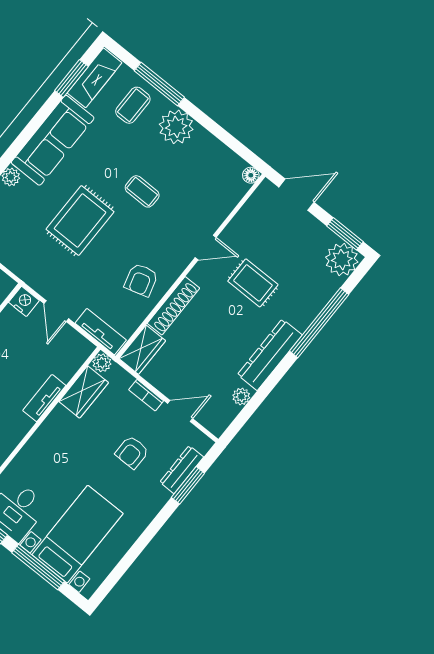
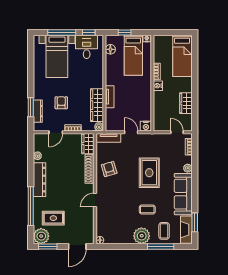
coffee table: (142, 191) -> (147, 210), moved
rug: (253, 283) -> (53, 218), moved
wardrobe: (84, 392) -> (97, 105), width x1.50

